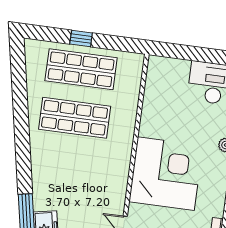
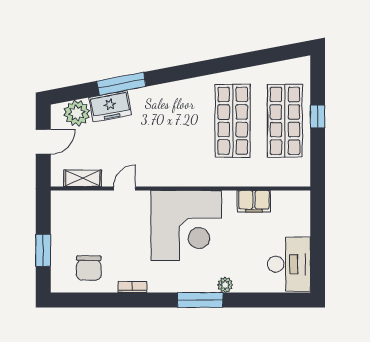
filing cabinet: (152, 108) -> (254, 201), added

